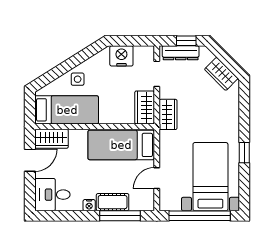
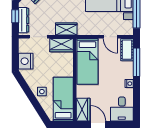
cot: (113, 202) -> (127, 50), moved

